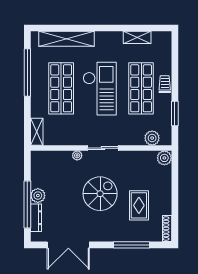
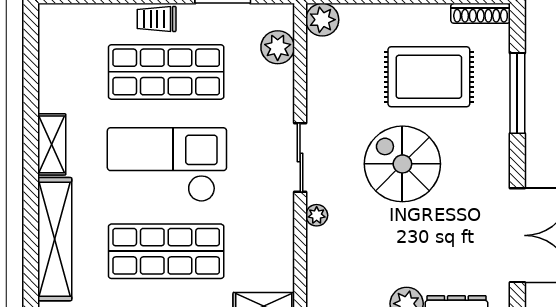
shelving: (137, 37) -> (52, 144), moved
rug: (139, 205) -> (429, 77), width x1.36, depth x1.43

